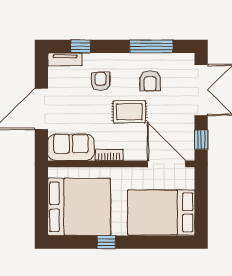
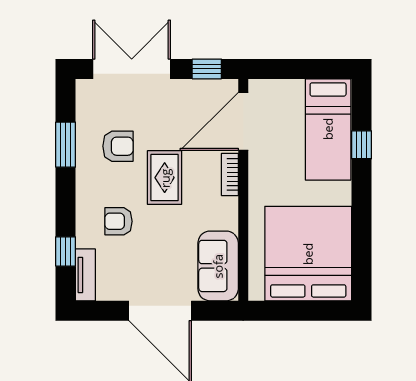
window: (151, 46) -> (66, 145), width x0.69
bookcase: (109, 155) -> (230, 174), moved
bed: (161, 212) -> (328, 129), width x0.67
window: (106, 242) -> (362, 145), moved

